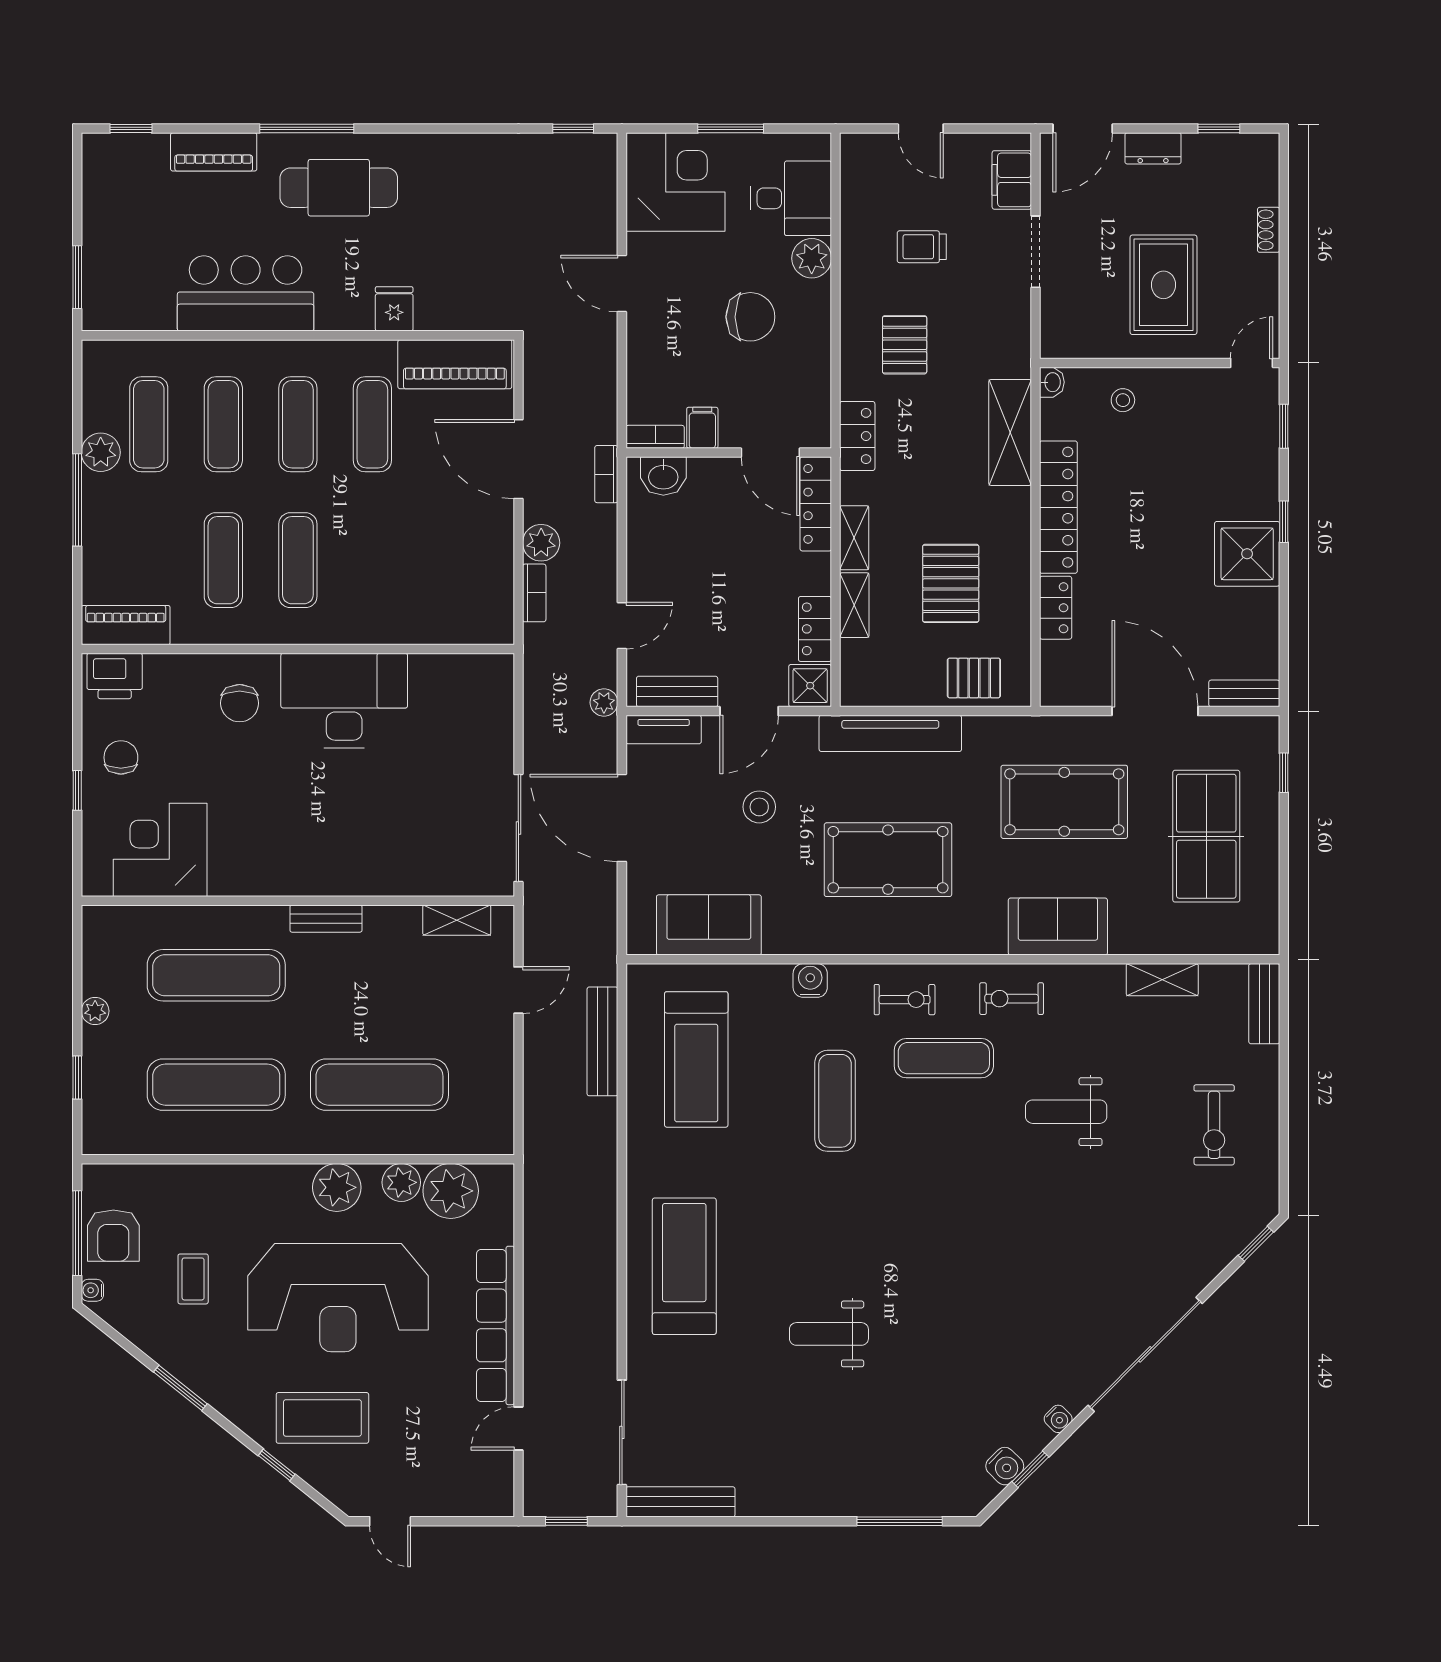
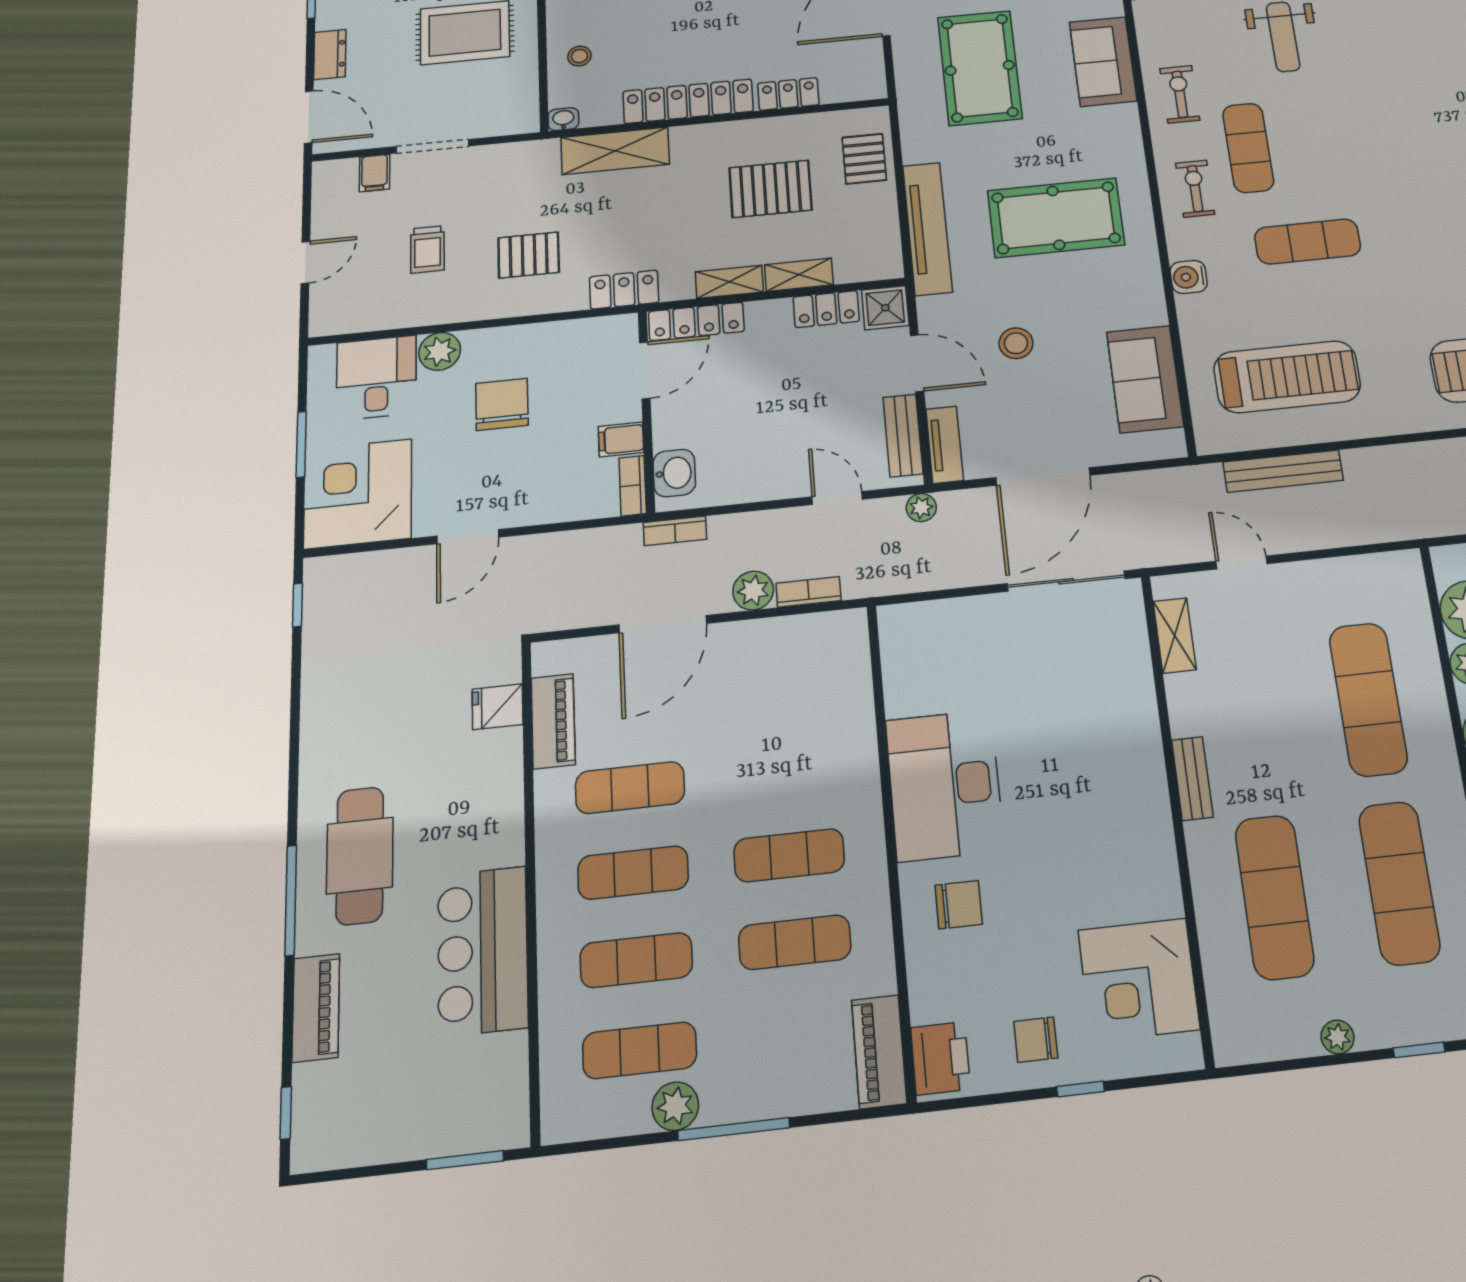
filing cabinet: (1012, 180) -> (374, 173), width x0.50
fridge: (394, 309) -> (498, 707), moved
piano: (455, 364) -> (553, 721), width x0.73, depth x0.75
pool table: (888, 860) -> (1056, 218), turned 90
exercise bike: (1012, 999) -> (1180, 94), turned 180

